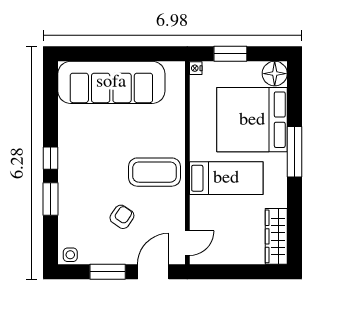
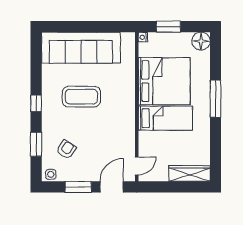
bed: (252, 120) -> (164, 81), moved, turned 180
coffee table: (155, 172) -> (81, 97), moved
window: (50, 199) -> (36, 144), moved
armchair: (122, 217) -> (66, 150), moved
wardrobe: (276, 236) -> (190, 173), moved, turned 90

